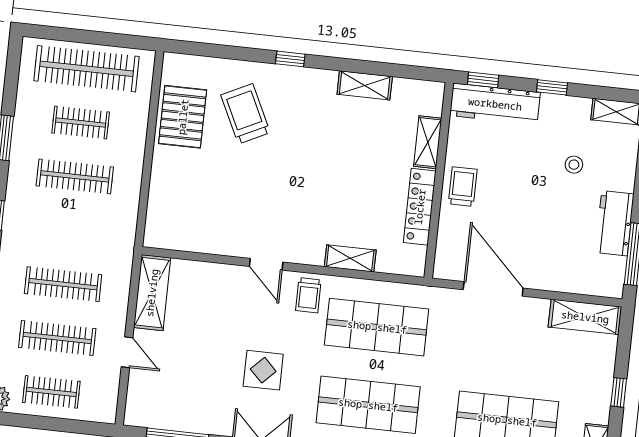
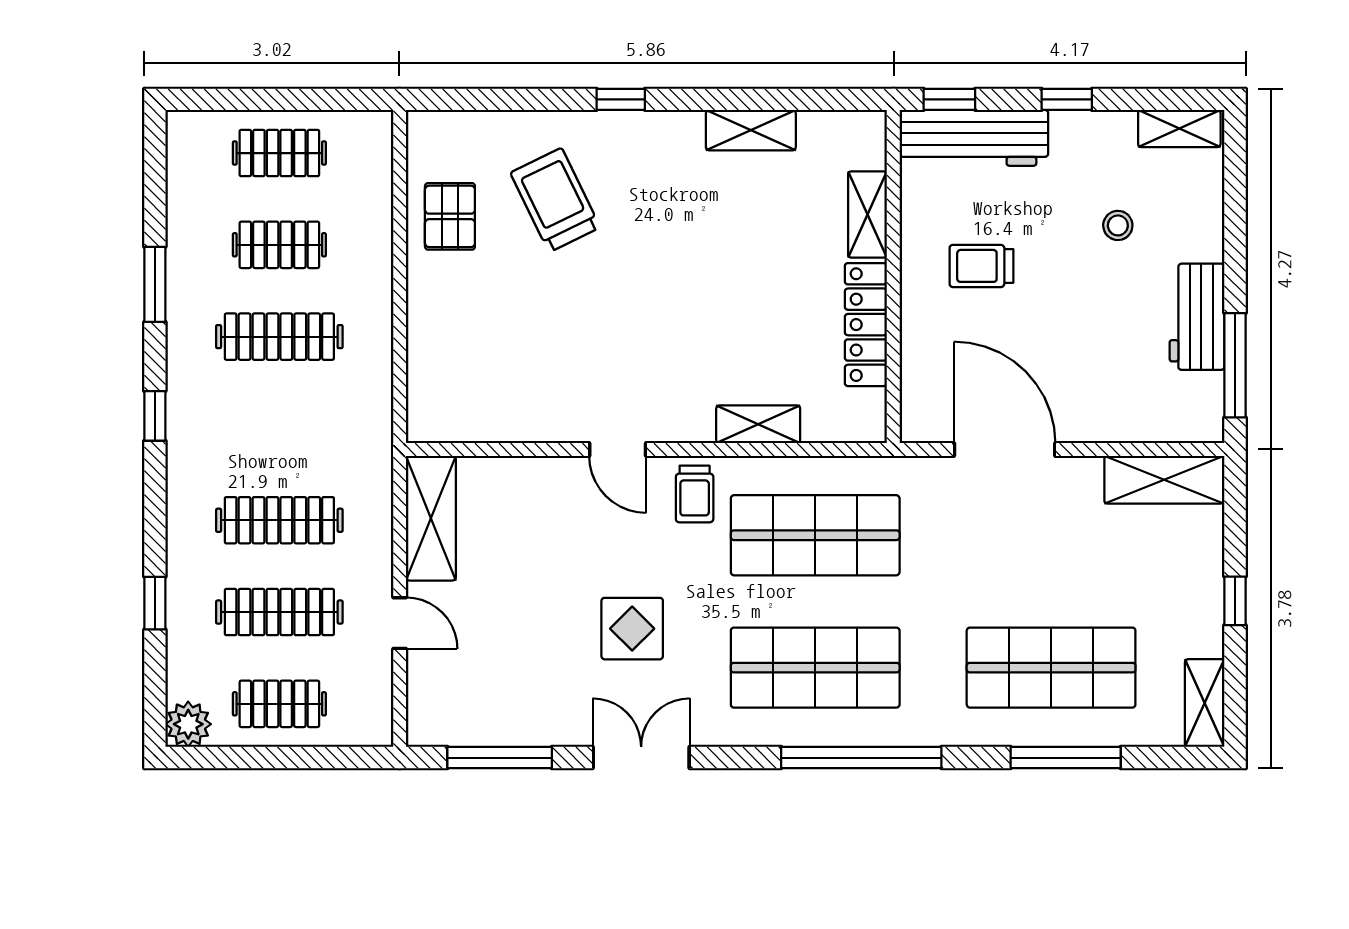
clothes rail: (87, 69) -> (279, 153), width x0.54, depth x0.76
pallet: (183, 117) -> (450, 216), width x0.67, depth x0.71
trolley: (463, 187) -> (981, 266), moved, turned -90

